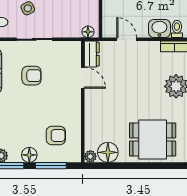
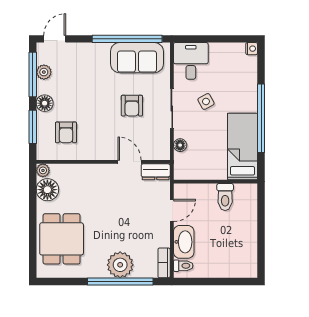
washbasin: (159, 29) -> (184, 242), width x1.38
floor lamp: (88, 32) -> (180, 145), moved
door: (83, 78) -> (130, 162), swing flipped

